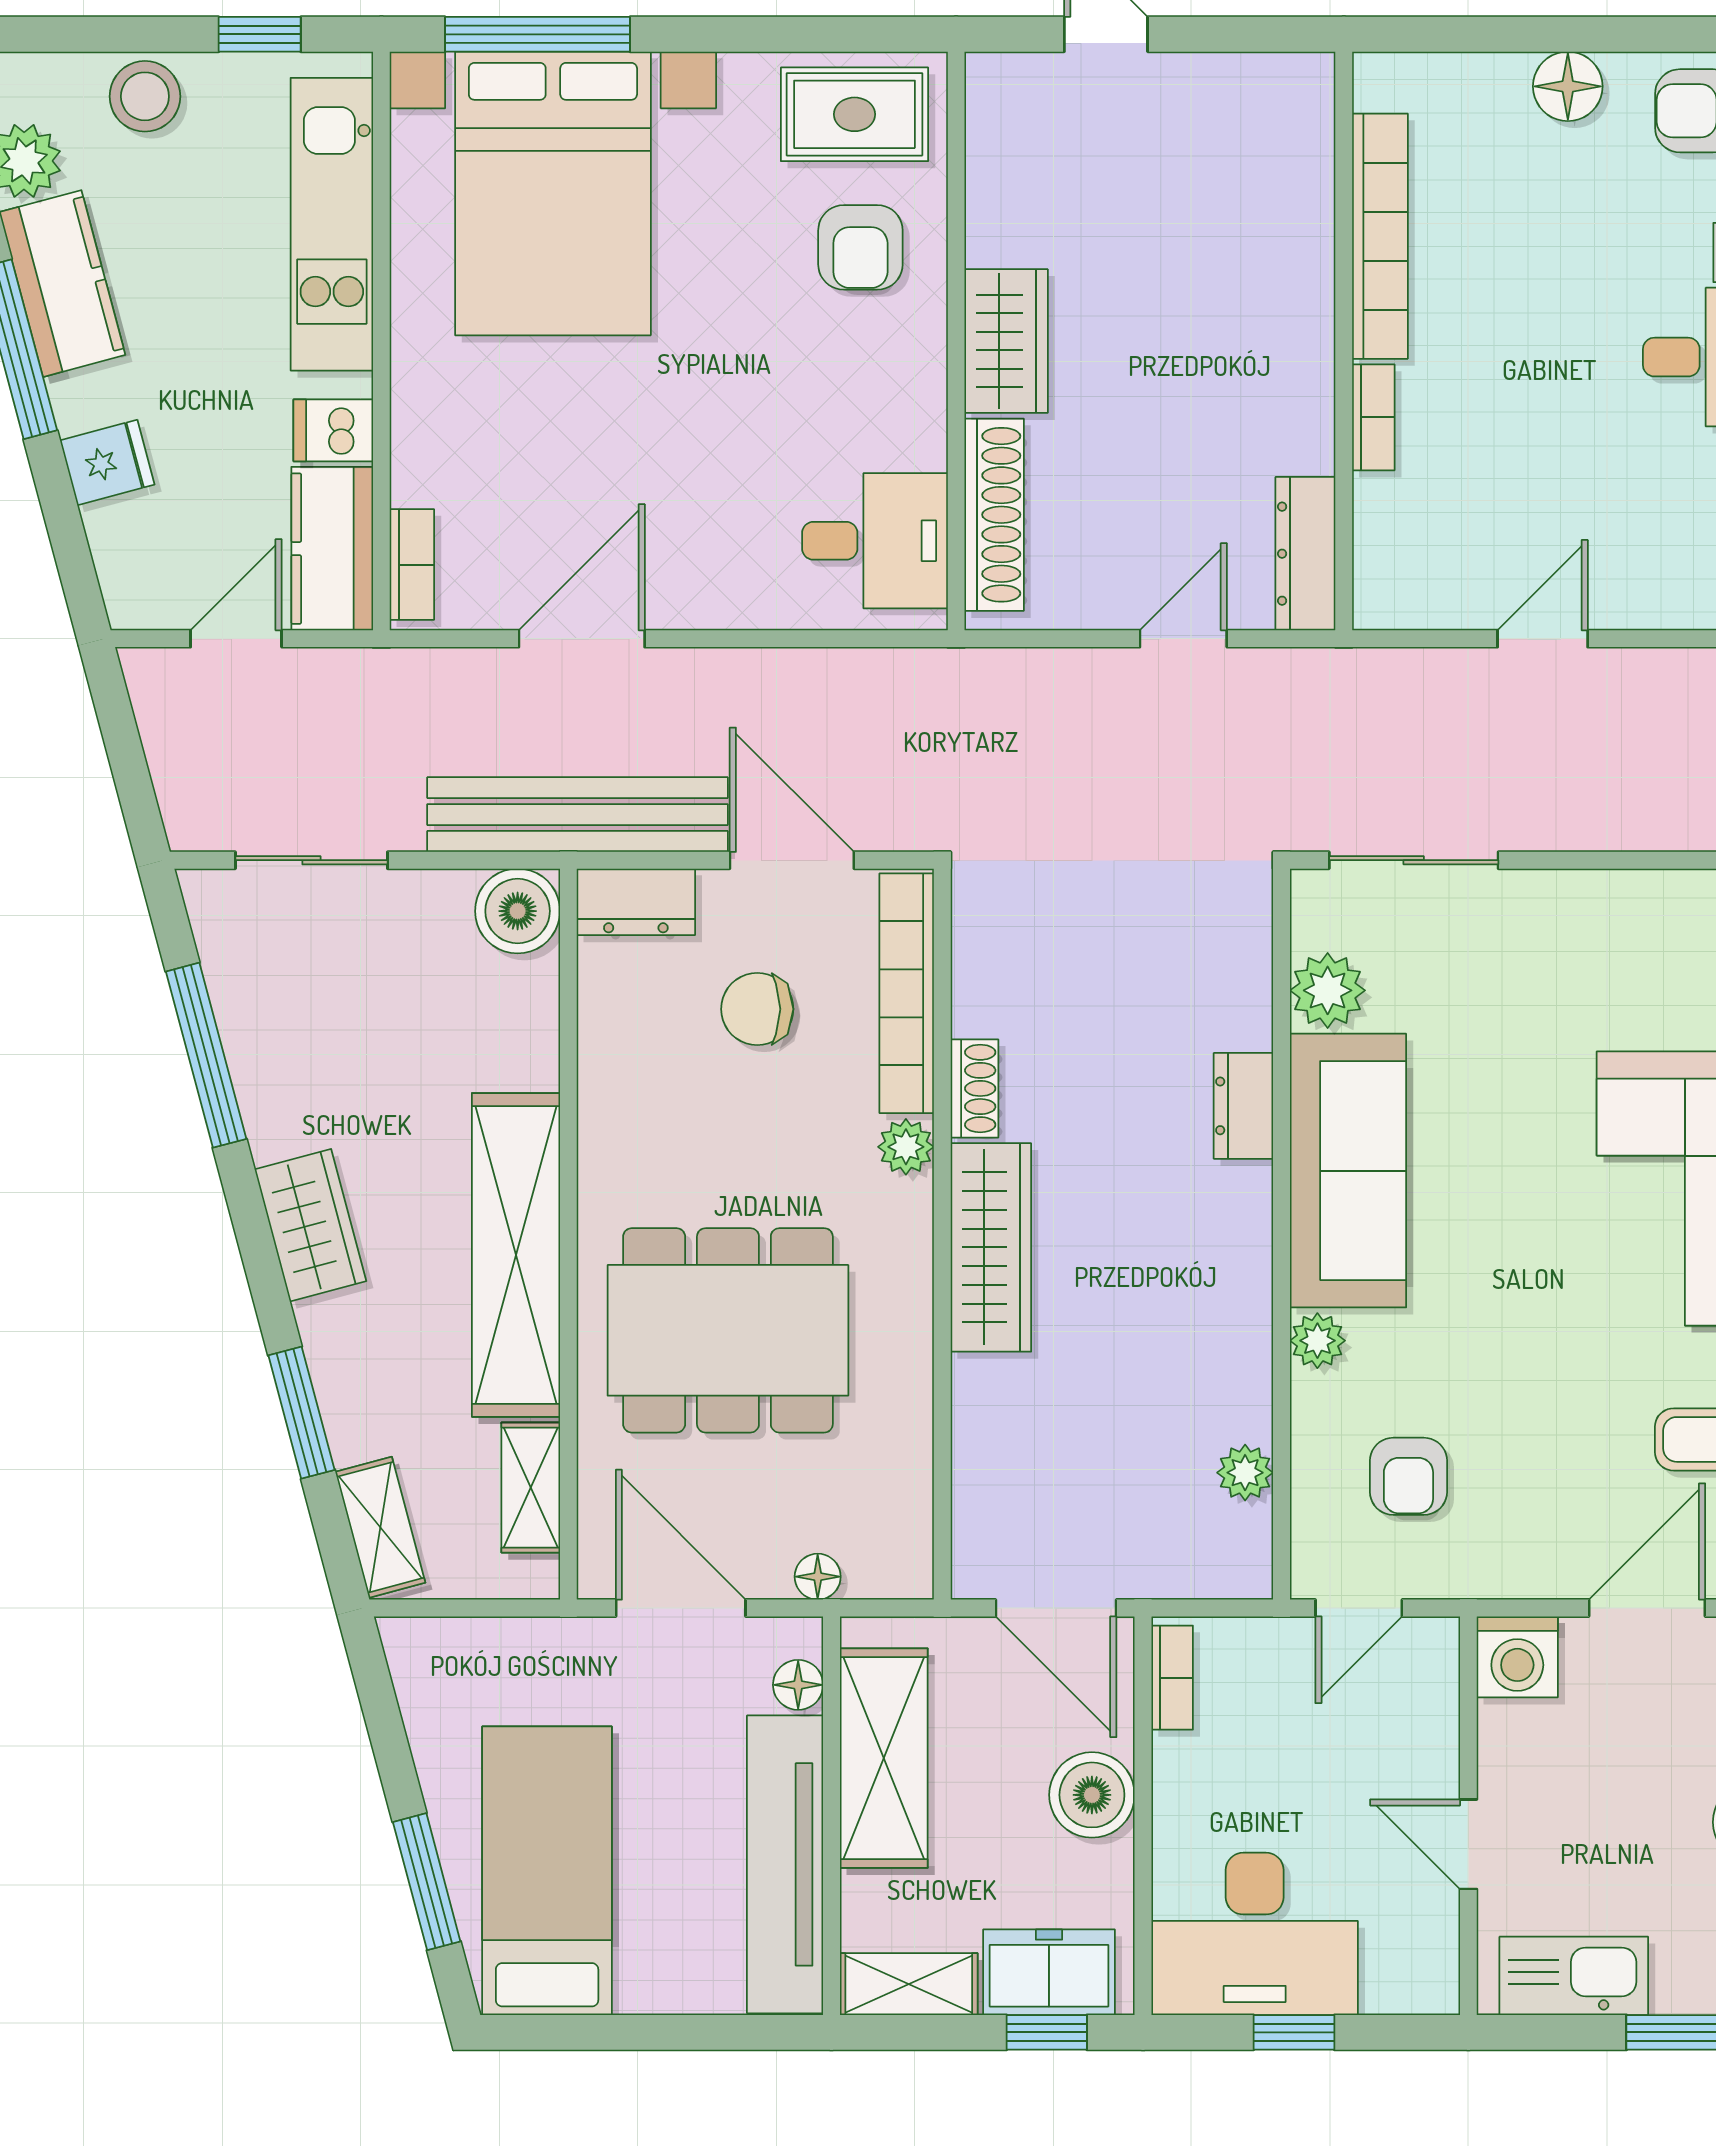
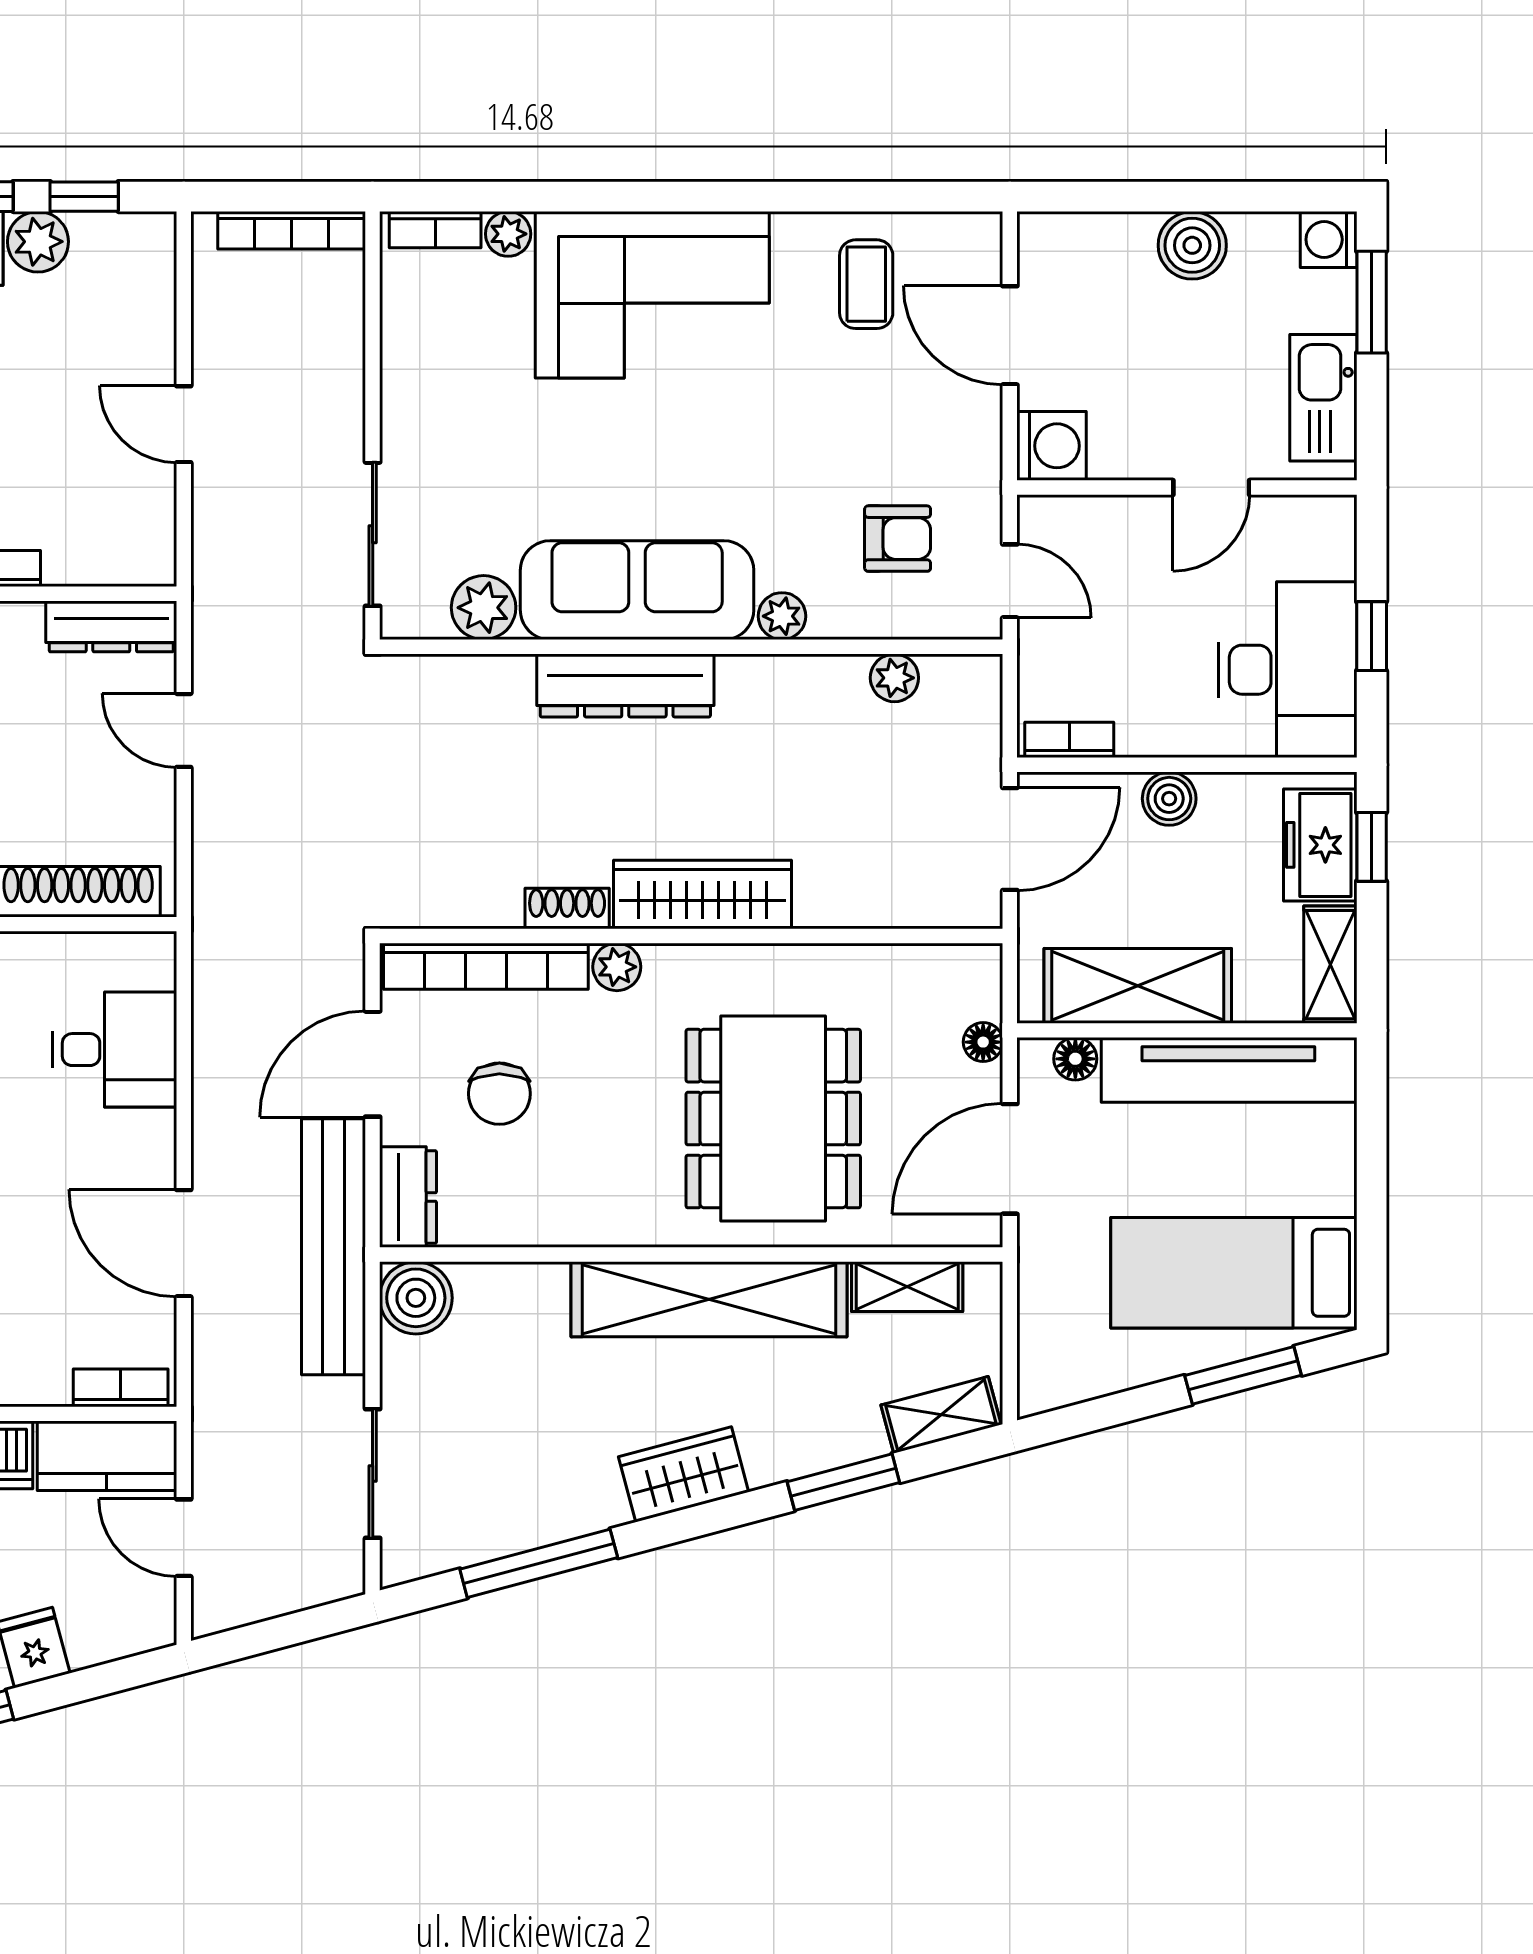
desk: (875, 541) -> (115, 1050), moved, turned 90
dresser: (1243, 1106) -> (625, 685), width x1.96, depth x1.24
boiler: (1092, 1795) -> (1169, 799), width x0.73, depth x0.73

